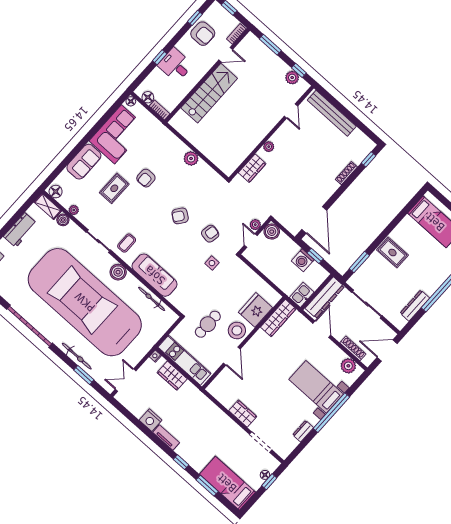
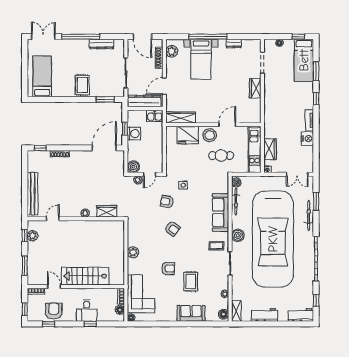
corner sofa: (118, 134) -> (141, 294), moved, turned 90
rug: (114, 188) -> (191, 282), turned 90
boiler: (63, 220) -> (236, 182), moved
window: (269, 482) -> (298, 37), moved

